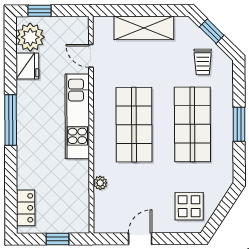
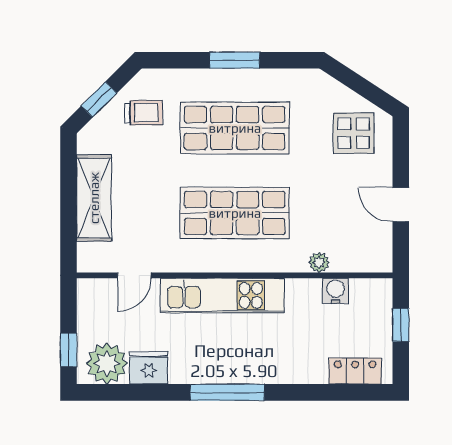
water cooler: (81, 194) -> (335, 291), added

